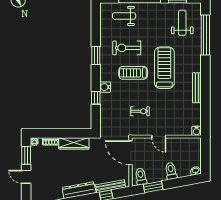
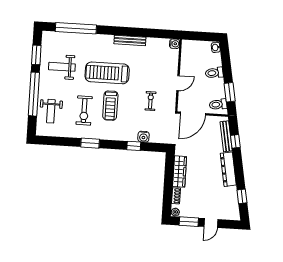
weight bench: (182, 23) -> (62, 67), moved
water cooler: (105, 87) -> (143, 137), moved

